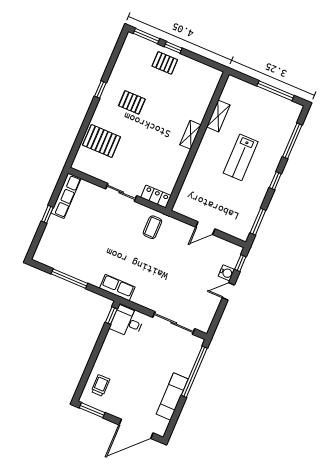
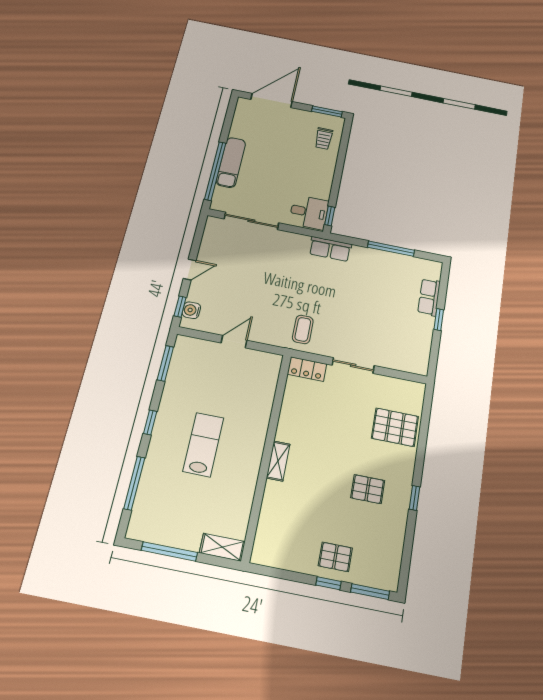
shelving: (218, 116) -> (222, 547), moved, turned 90
row of seats: (66, 196) -> (429, 297), moved, width x0.68
water cooler: (226, 273) -> (191, 310), moved
exam couch: (172, 397) -> (231, 162), moved

